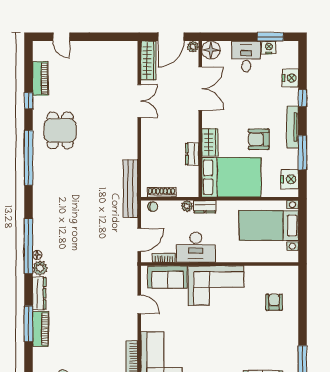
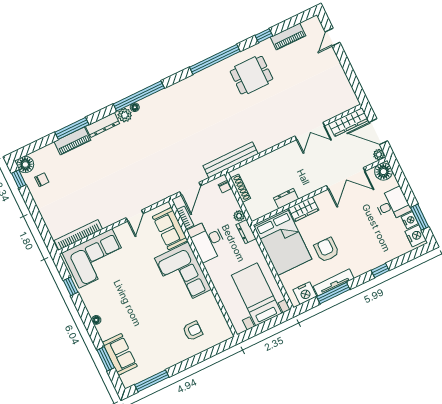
nightstand: (290, 78) -> (416, 236), moved, turned -90
tv unit: (293, 127) -> (334, 282), moved
door: (139, 240) -> (190, 189), hinge flipped

